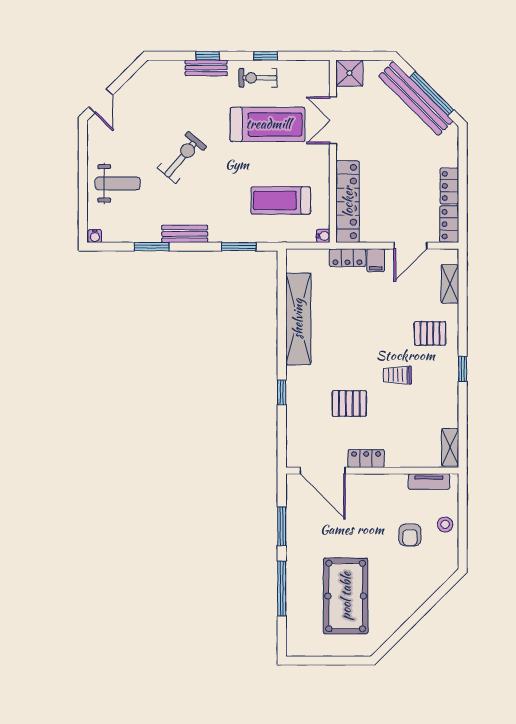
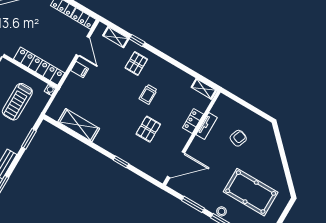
locker: (347, 258) -> (69, 84), removed
shelving: (298, 319) -> (79, 125), width x0.68
window: (463, 369) -> (137, 40), moved
locker: (366, 459) -> (193, 121), moved
tv unit: (429, 482) -> (207, 126), moved
stool: (445, 524) -> (222, 211), moved
armchair: (410, 535) -> (238, 138), turned -70

